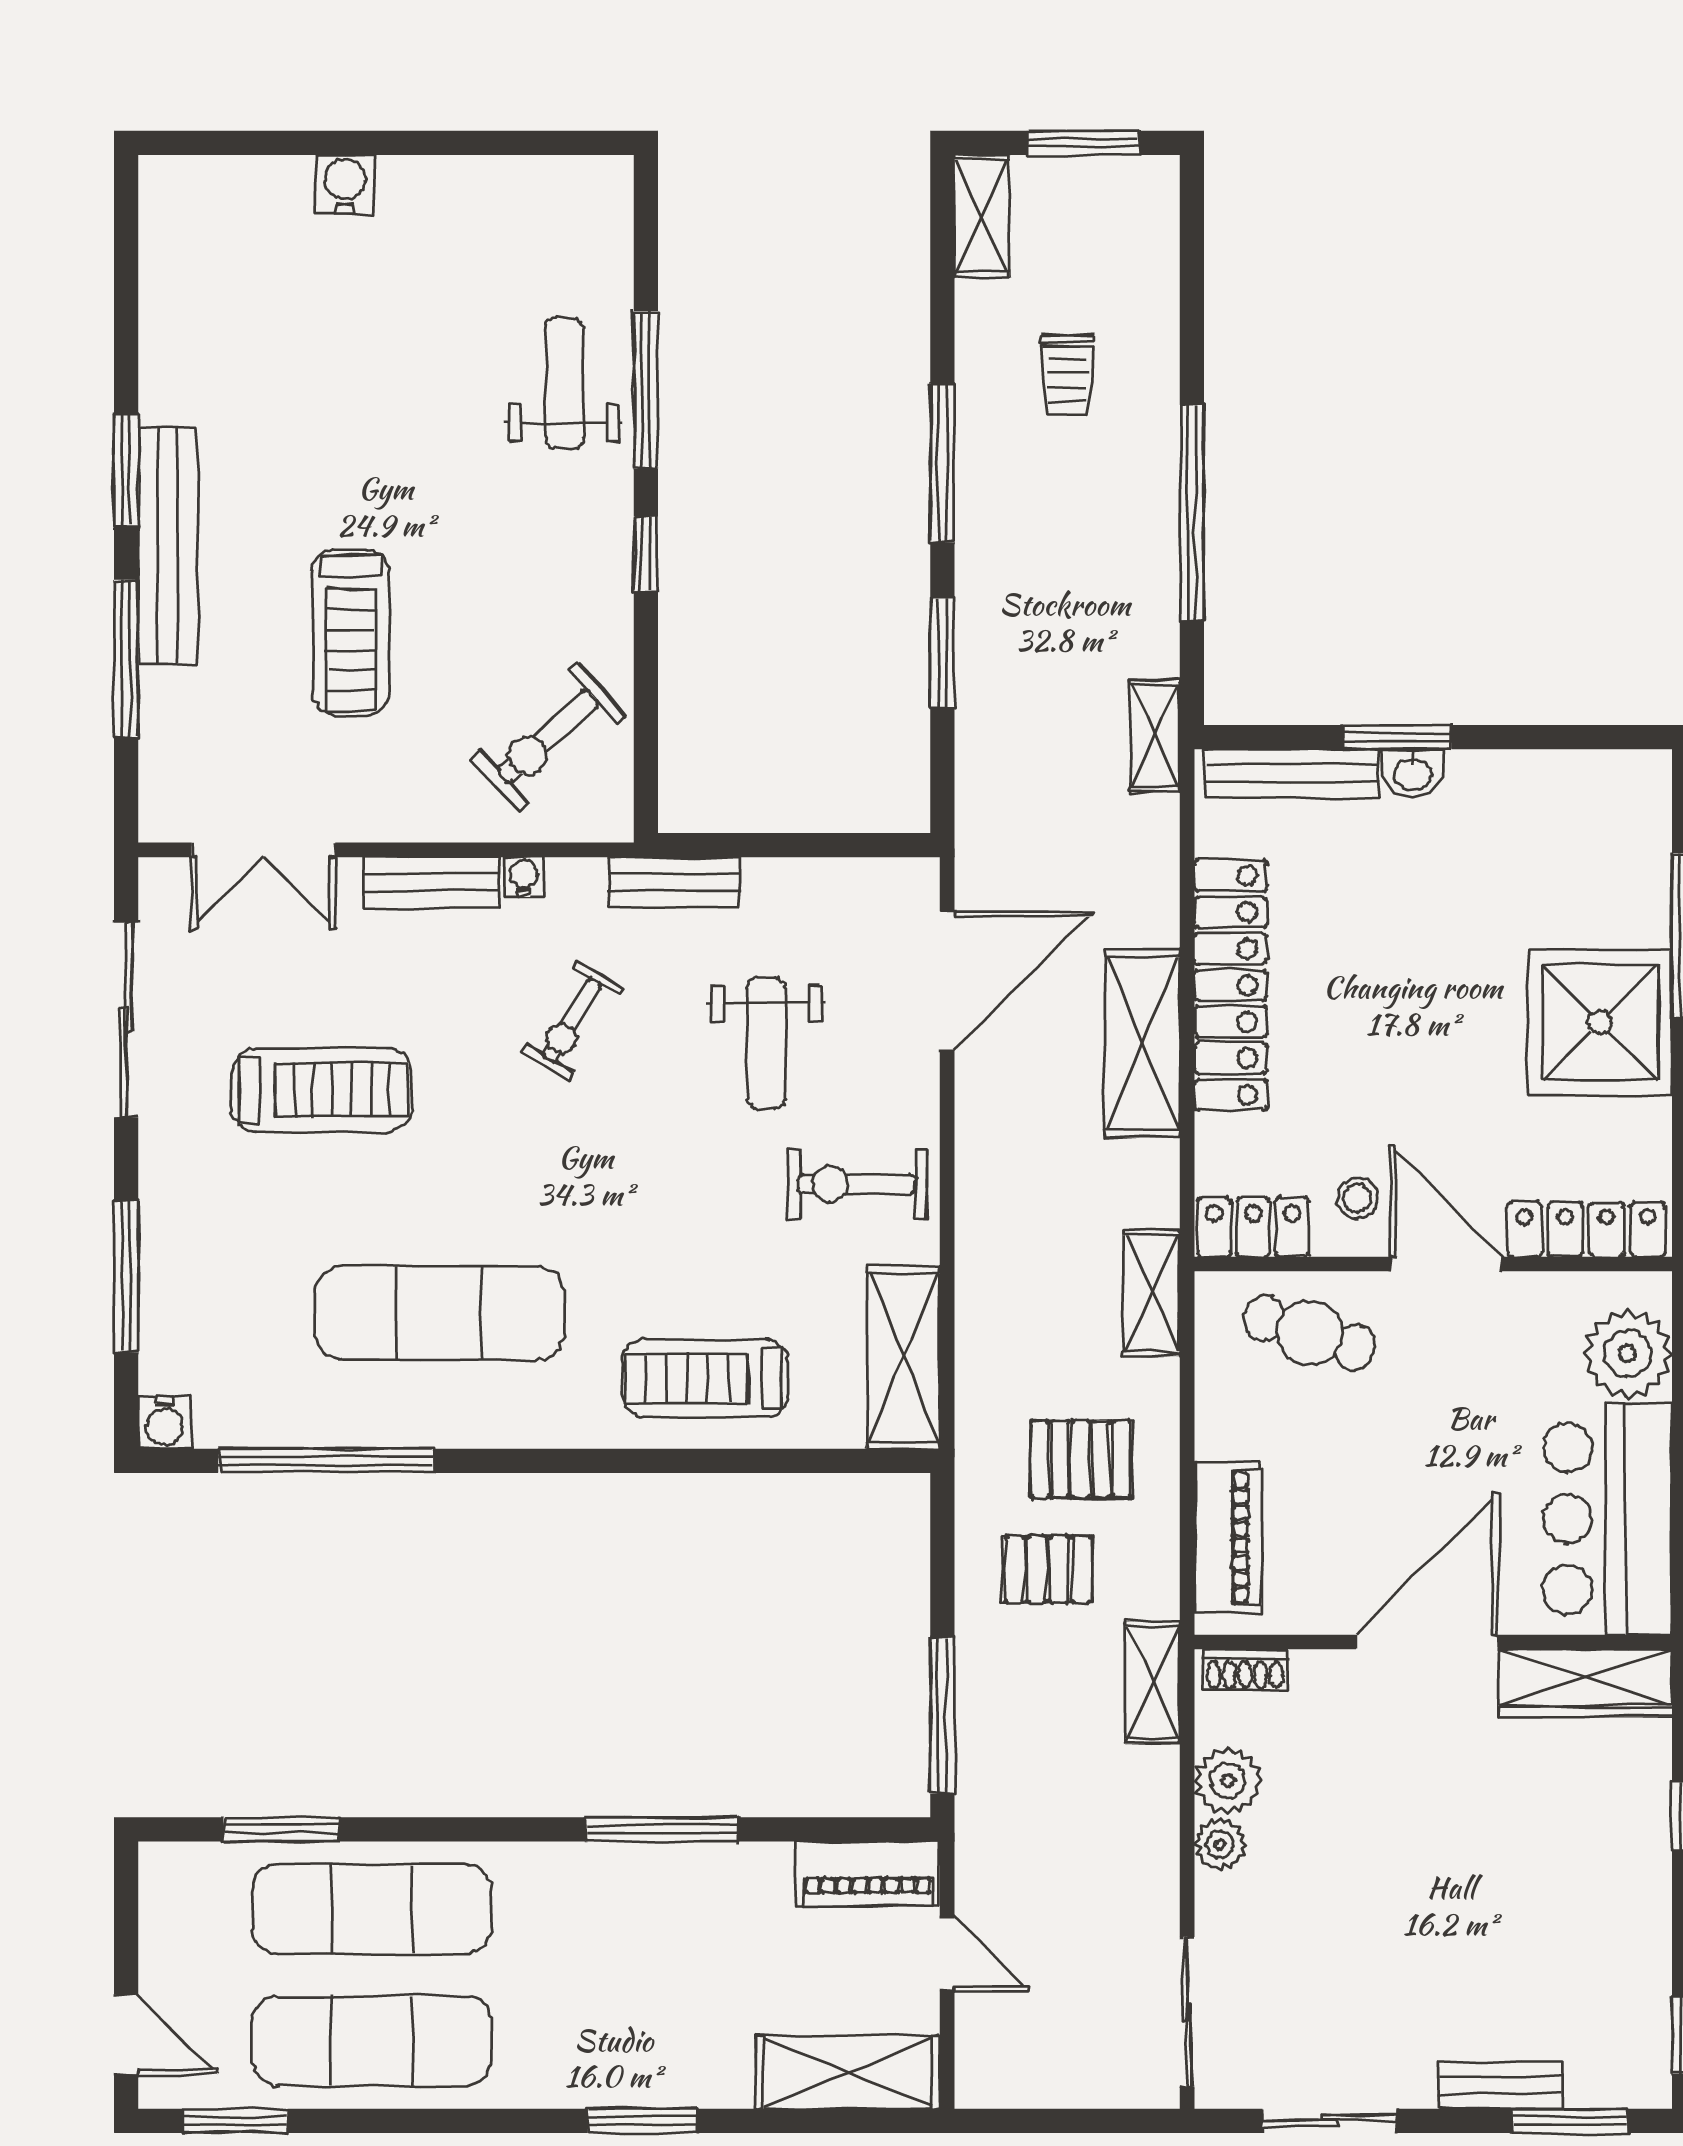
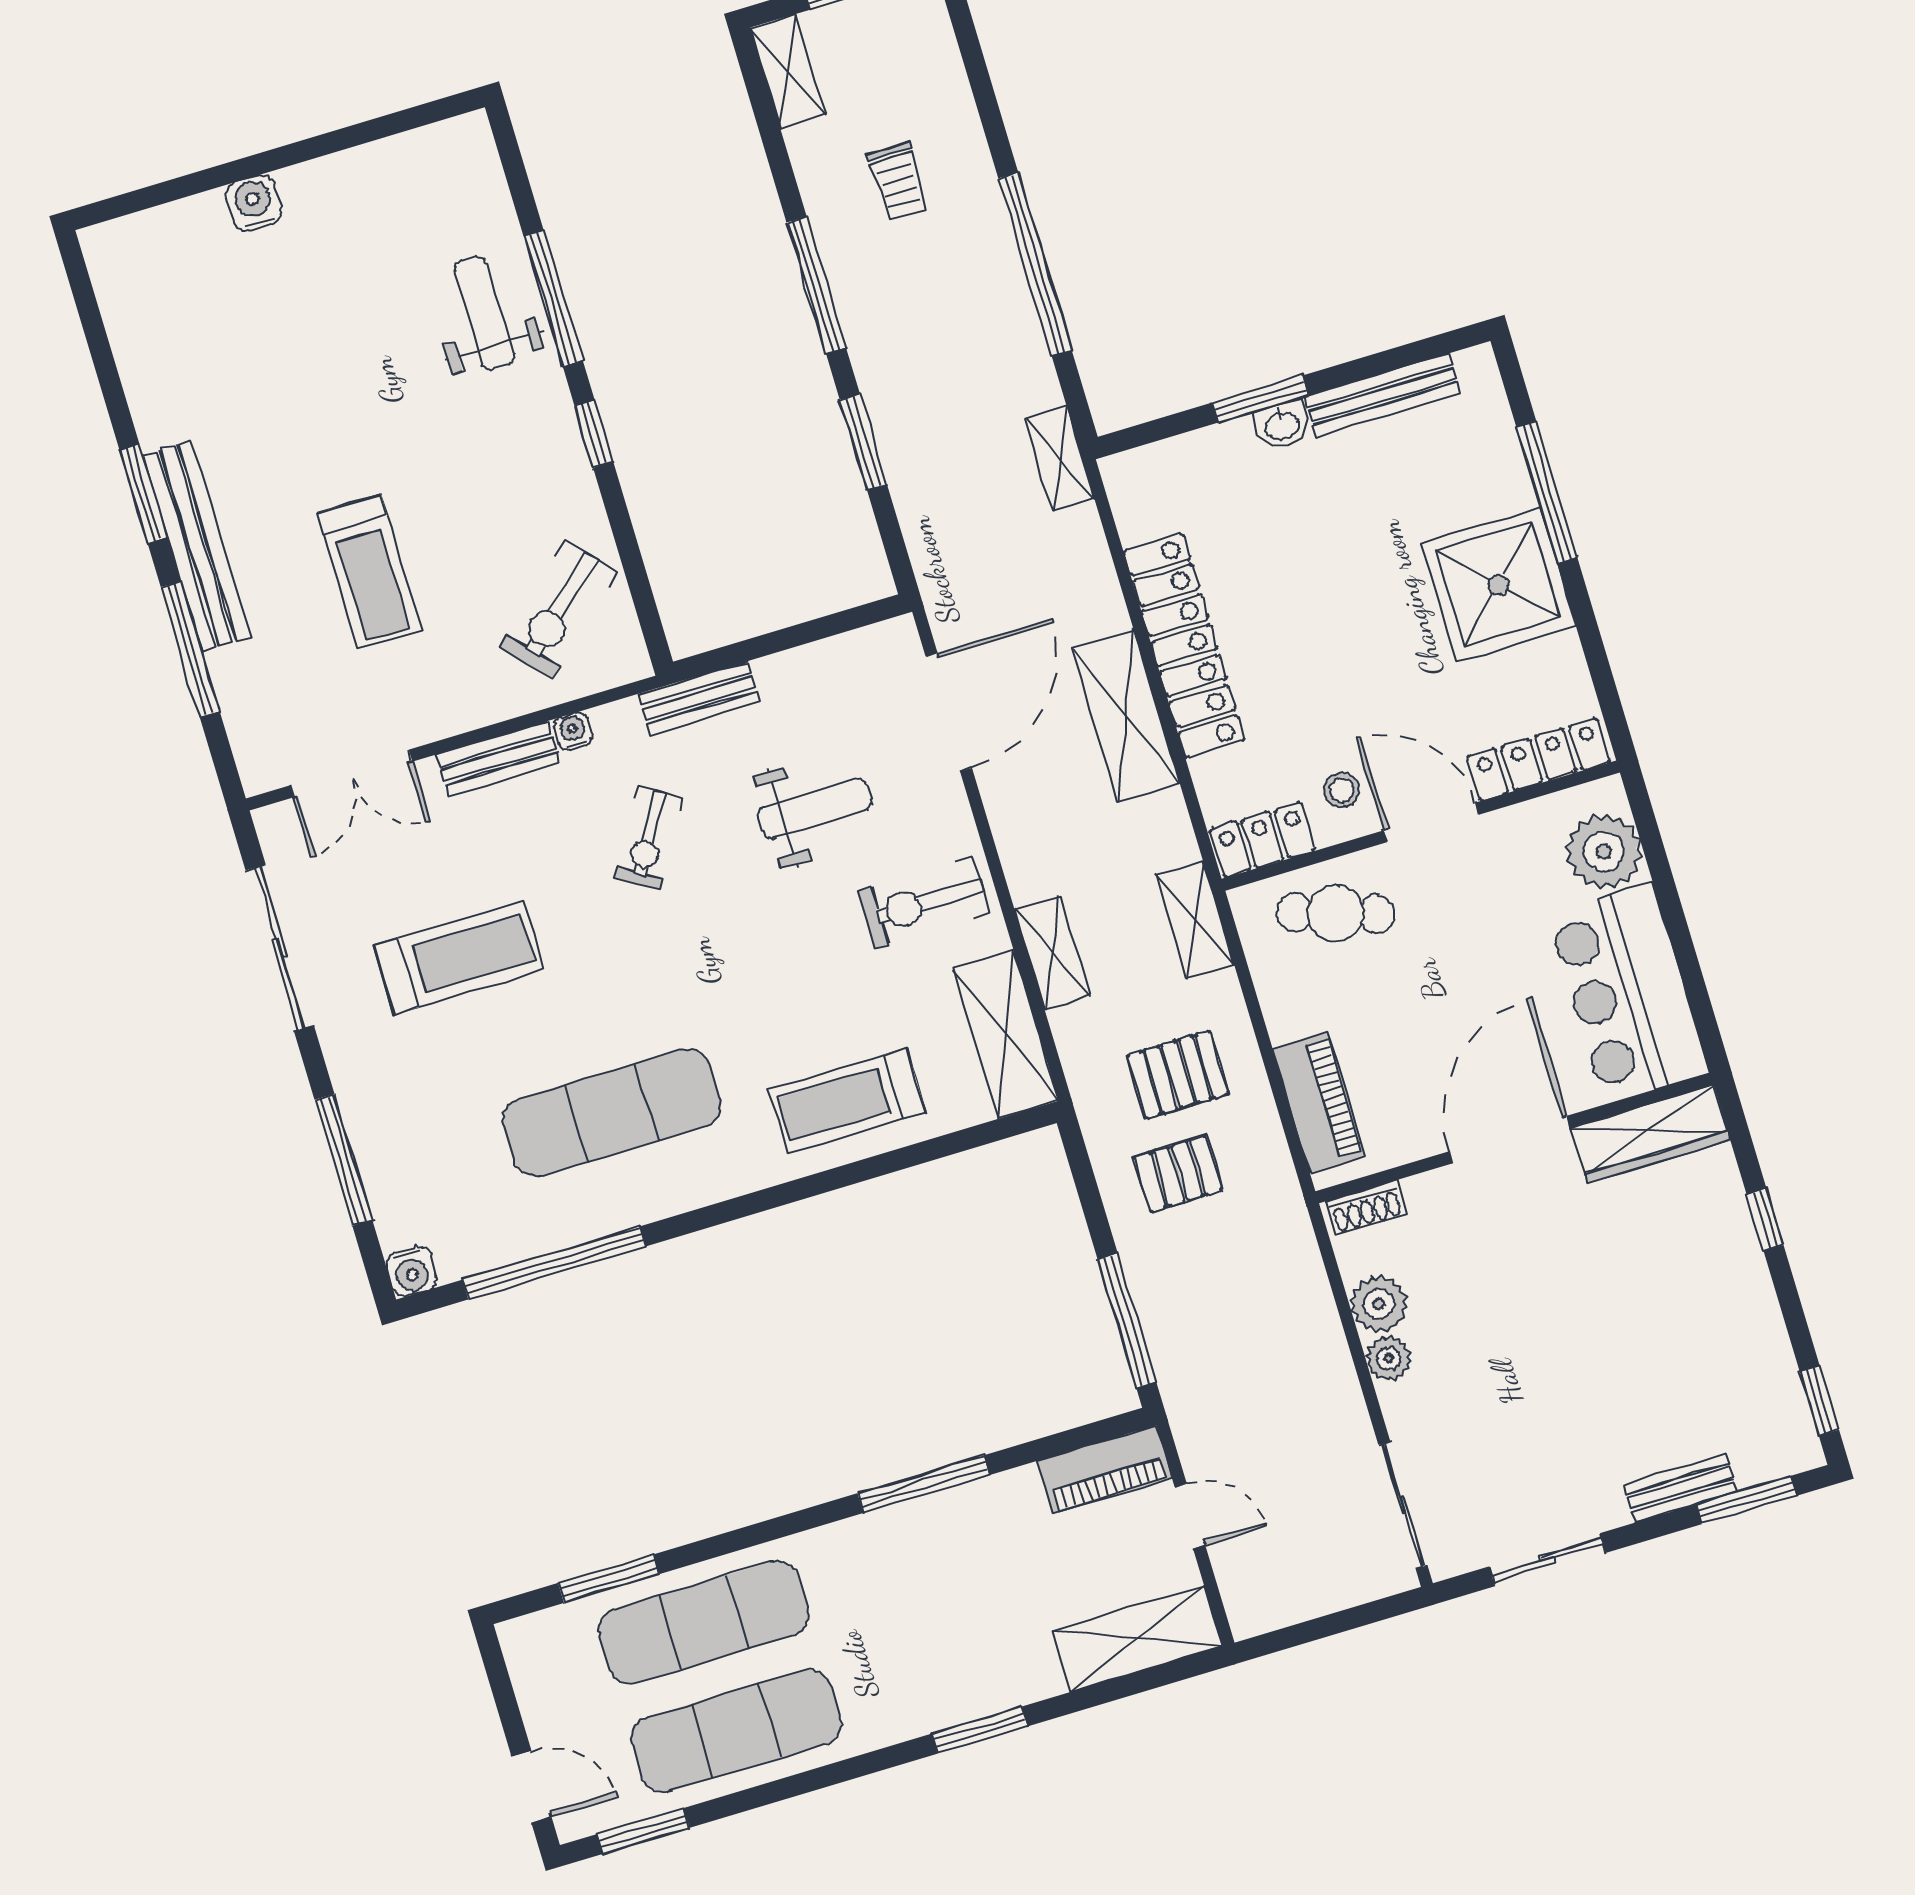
bench: (1291, 773) -> (1383, 395), moved
weight bench: (766, 1043) -> (815, 808), turned -90
shelving: (1153, 1682) -> (1052, 953), moved

